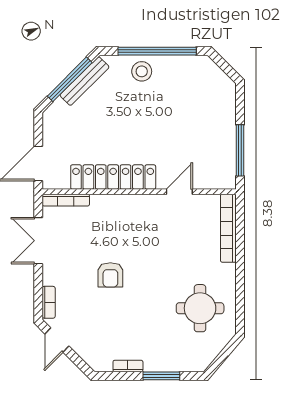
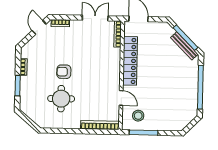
stool: (142, 71) -> (138, 116), moved
armchair: (110, 275) -> (64, 72), moved
round table: (200, 308) -> (61, 99), moved
door: (57, 340) -> (39, 27), hinge flipped

